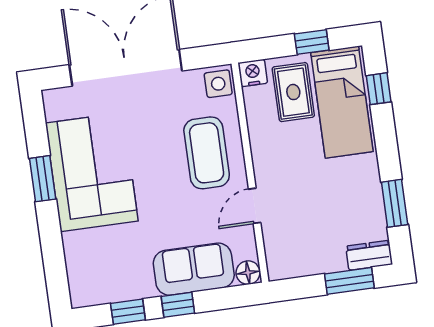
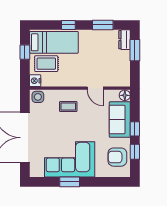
window: (379, 89) -> (68, 25), moved
coffee table: (207, 153) -> (68, 106), width x0.54, depth x0.58
armchair: (111, 275) -> (117, 157), added

